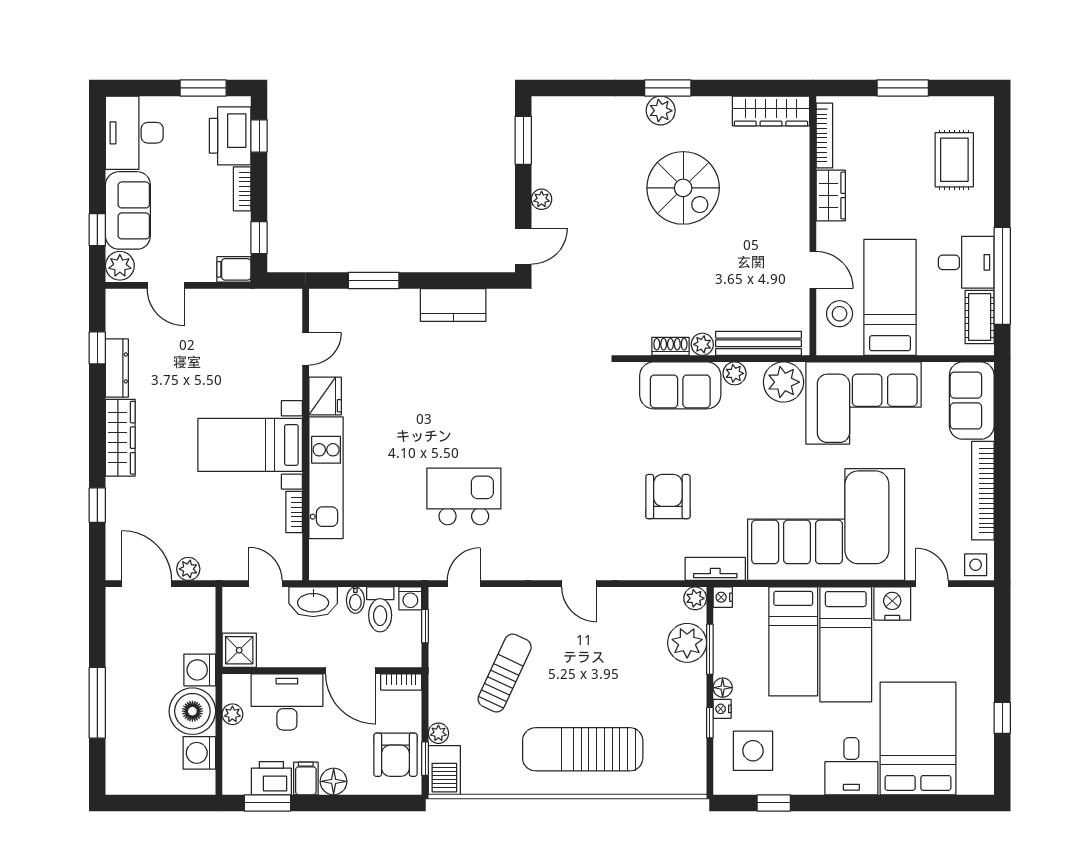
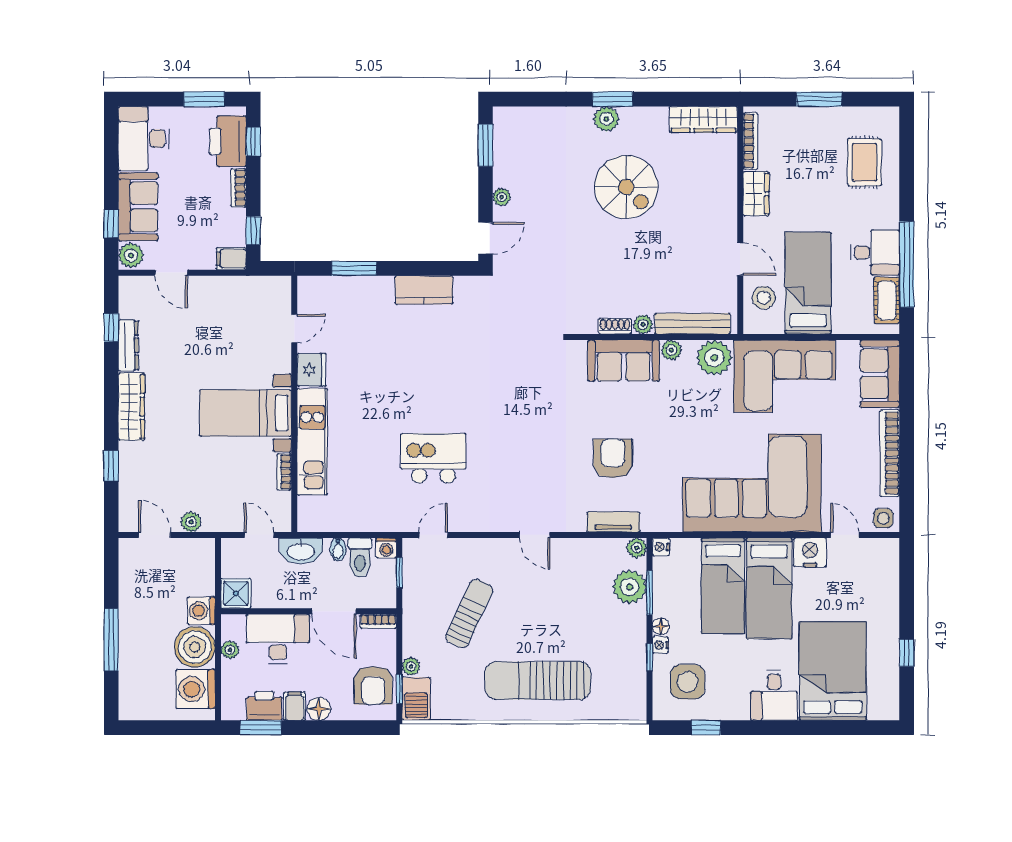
tv unit: (715, 569) -> (613, 522), moved
door: (147, 584) -> (155, 535), width x0.73
washing machine: (199, 753) -> (195, 689), width x1.37, depth x1.37

